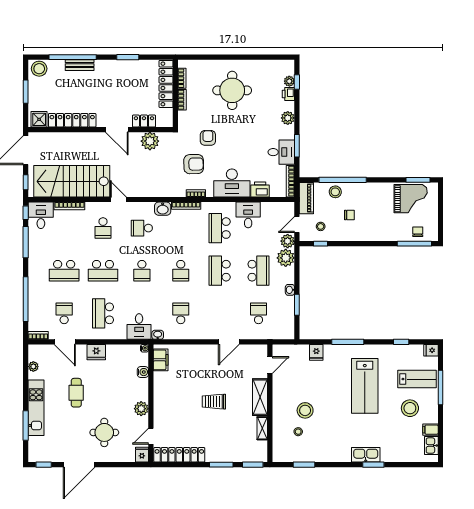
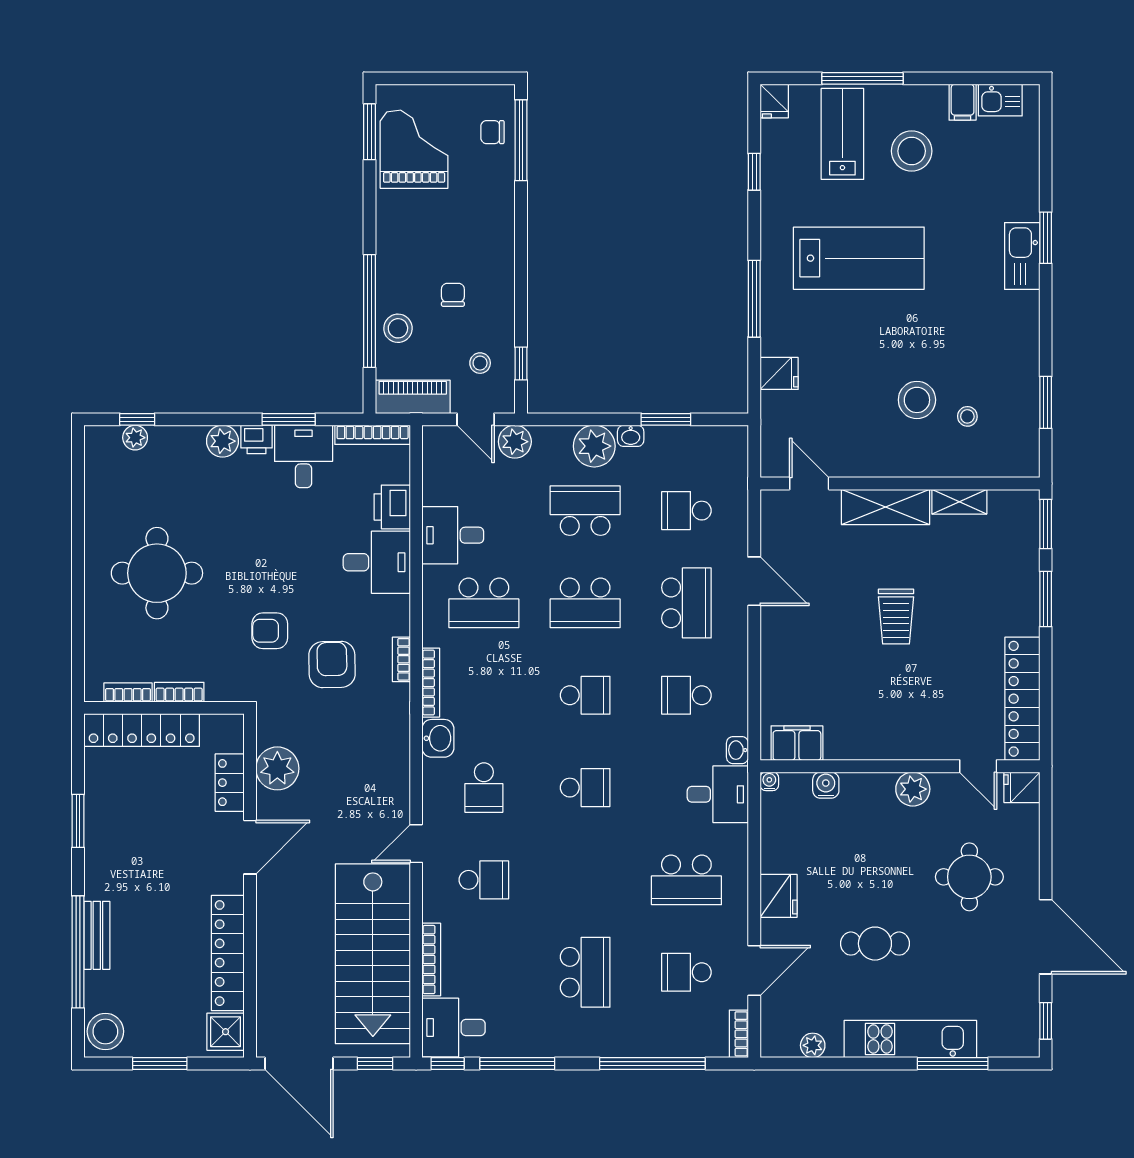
printer: (288, 94) -> (256, 439), moved
desk: (232, 183) -> (377, 562), width x0.73
plant: (286, 258) -> (594, 446), moved
school desk: (103, 271) -> (686, 603), moved

